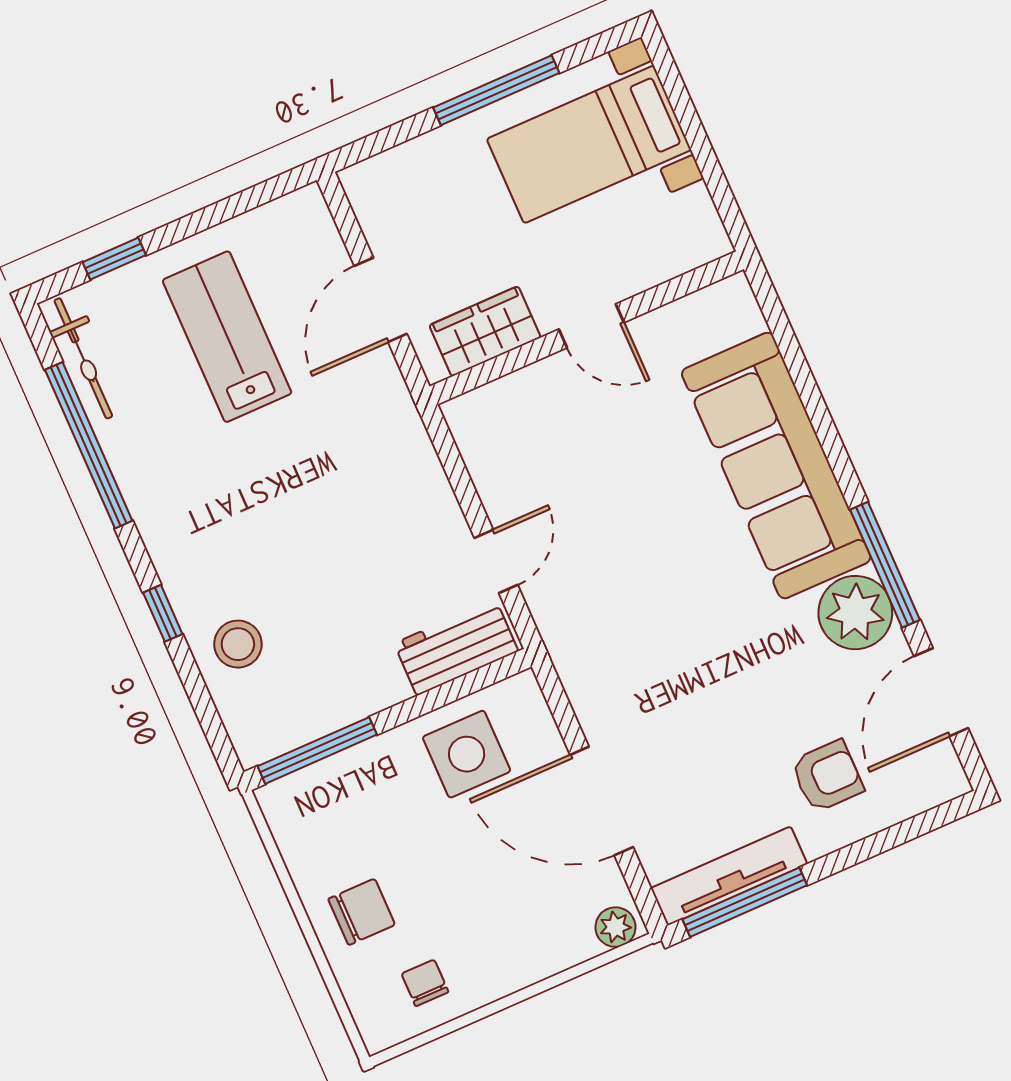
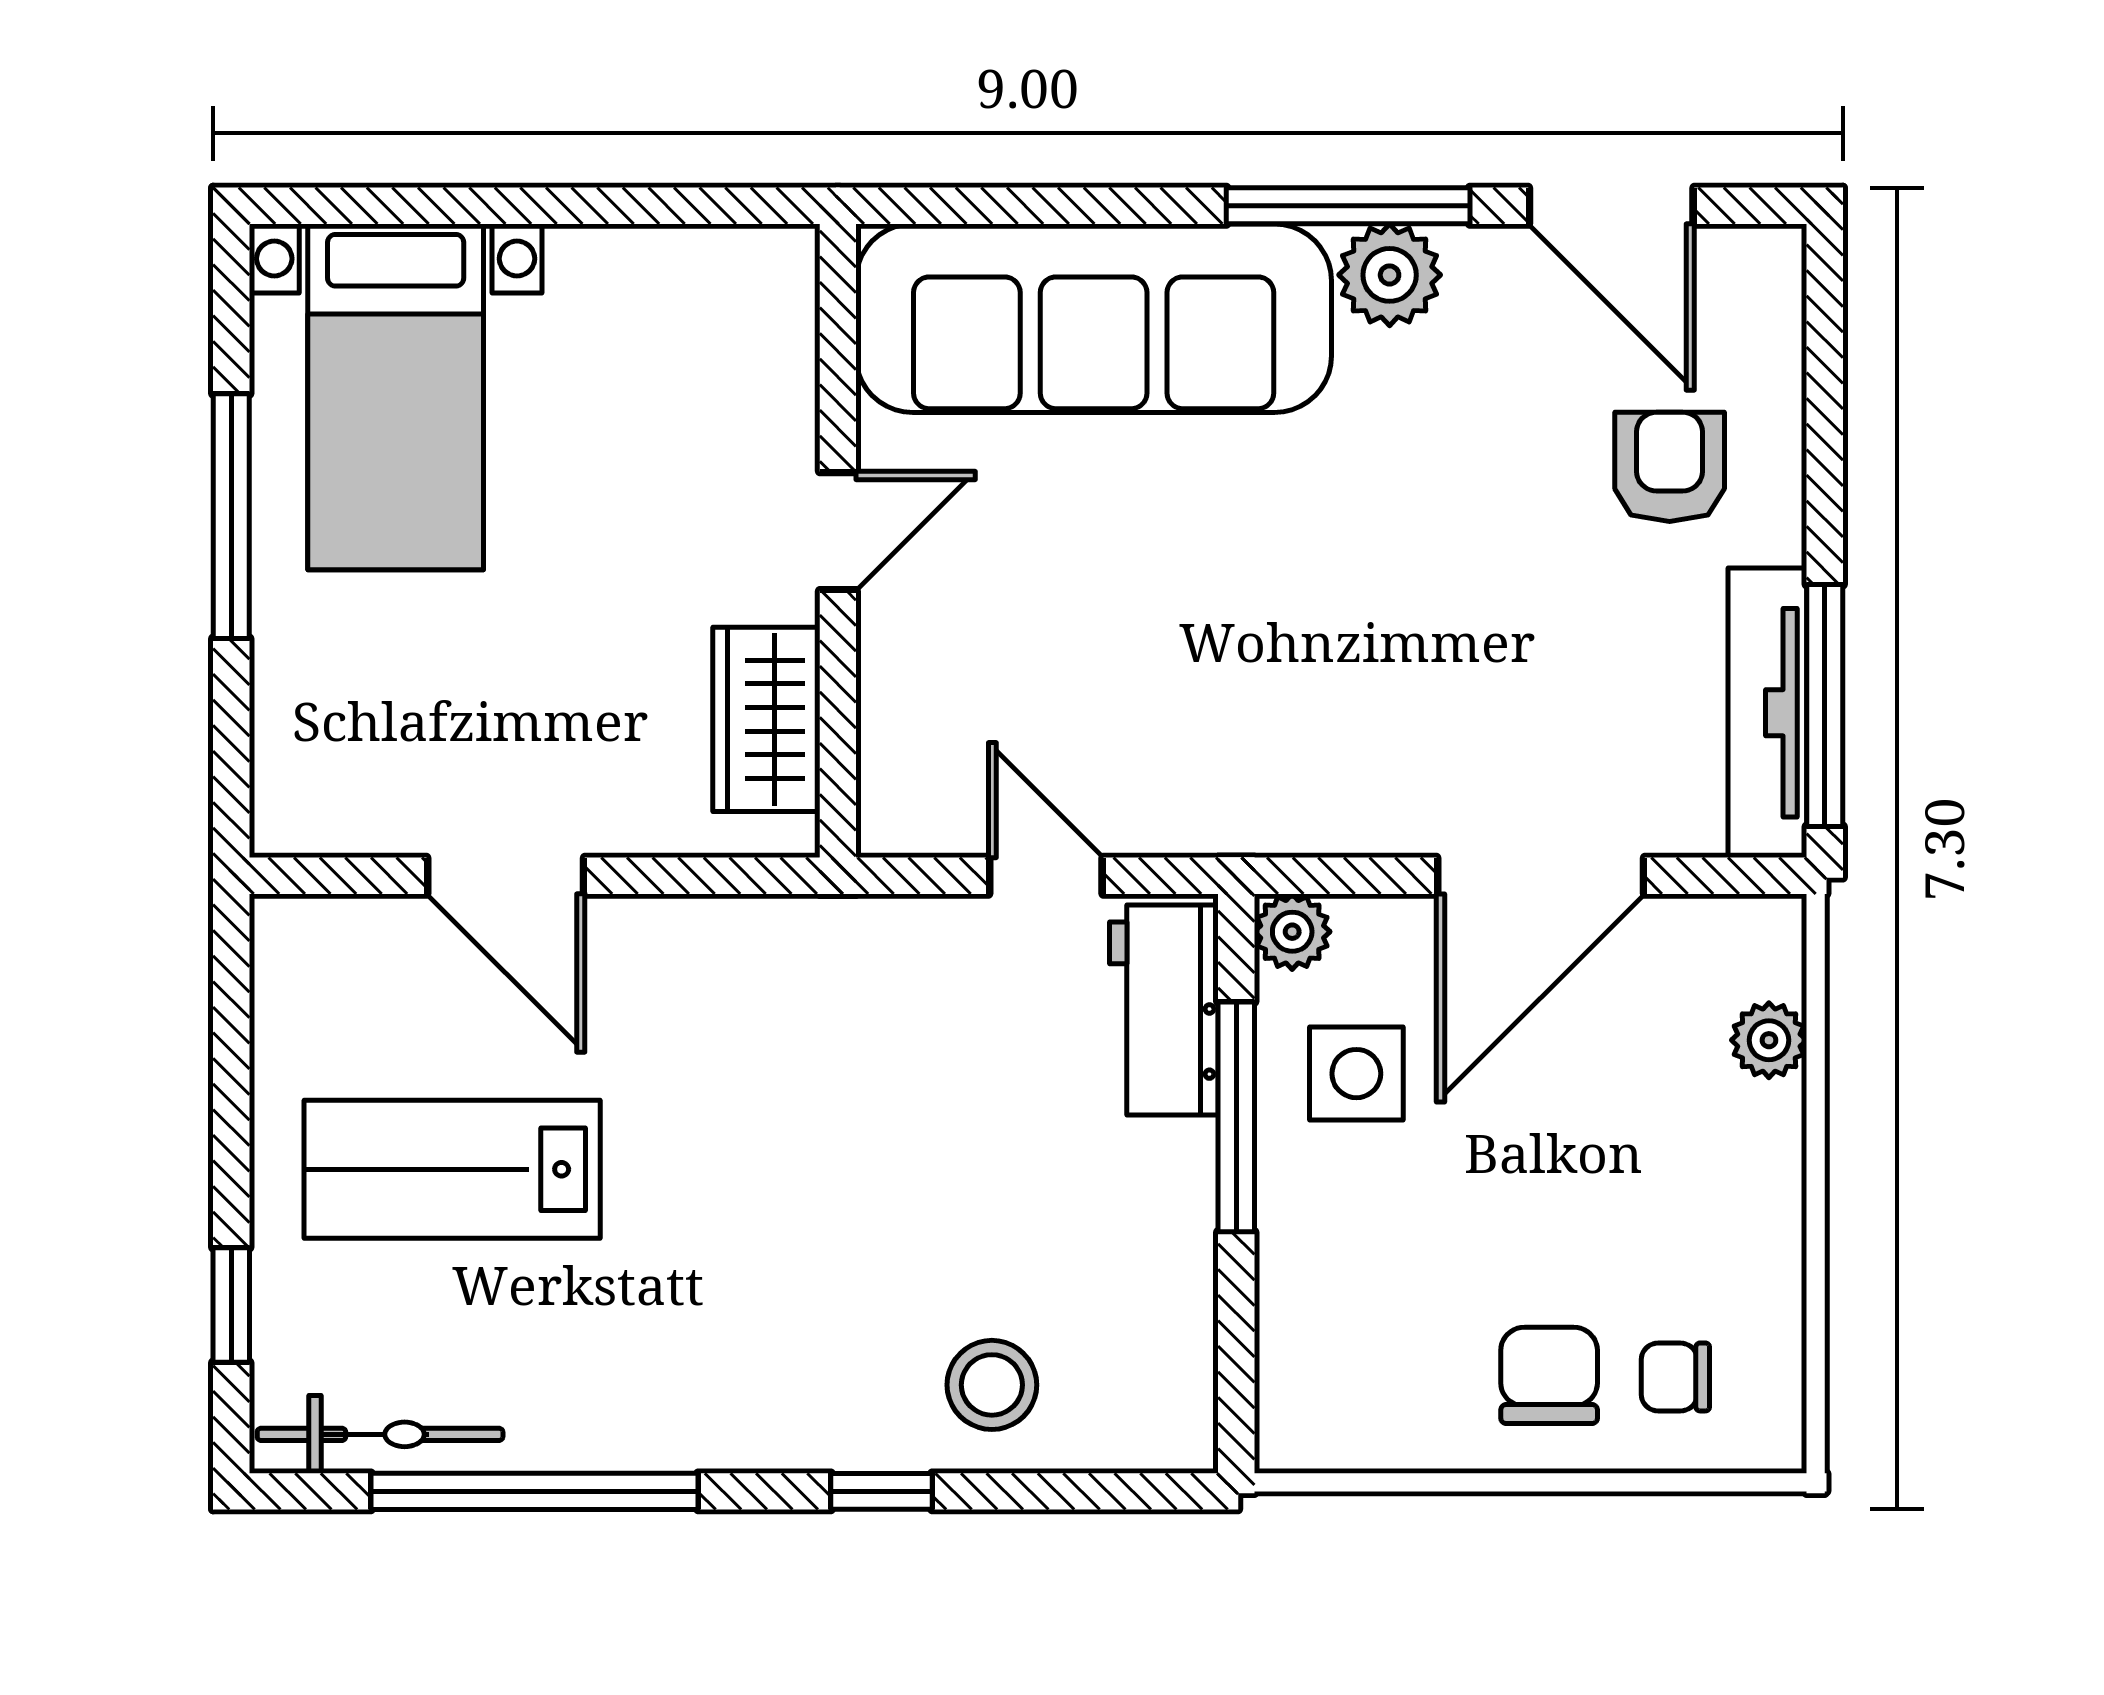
door: (591, 326) -> (838, 531), moved
wall: (587, 328) -> (838, 541), moved
wardrobe: (485, 331) -> (766, 719), moved
plant: (855, 613) -> (1390, 275), width x0.73, depth x0.73
plant: (522, 693) -> (1292, 932), added
window: (317, 750) -> (1236, 1117), moved
side table: (467, 754) -> (1356, 1074), width x0.73, depth x0.73
plant: (615, 927) -> (1769, 1040), moved
chair: (425, 983) -> (1675, 1377), moved

